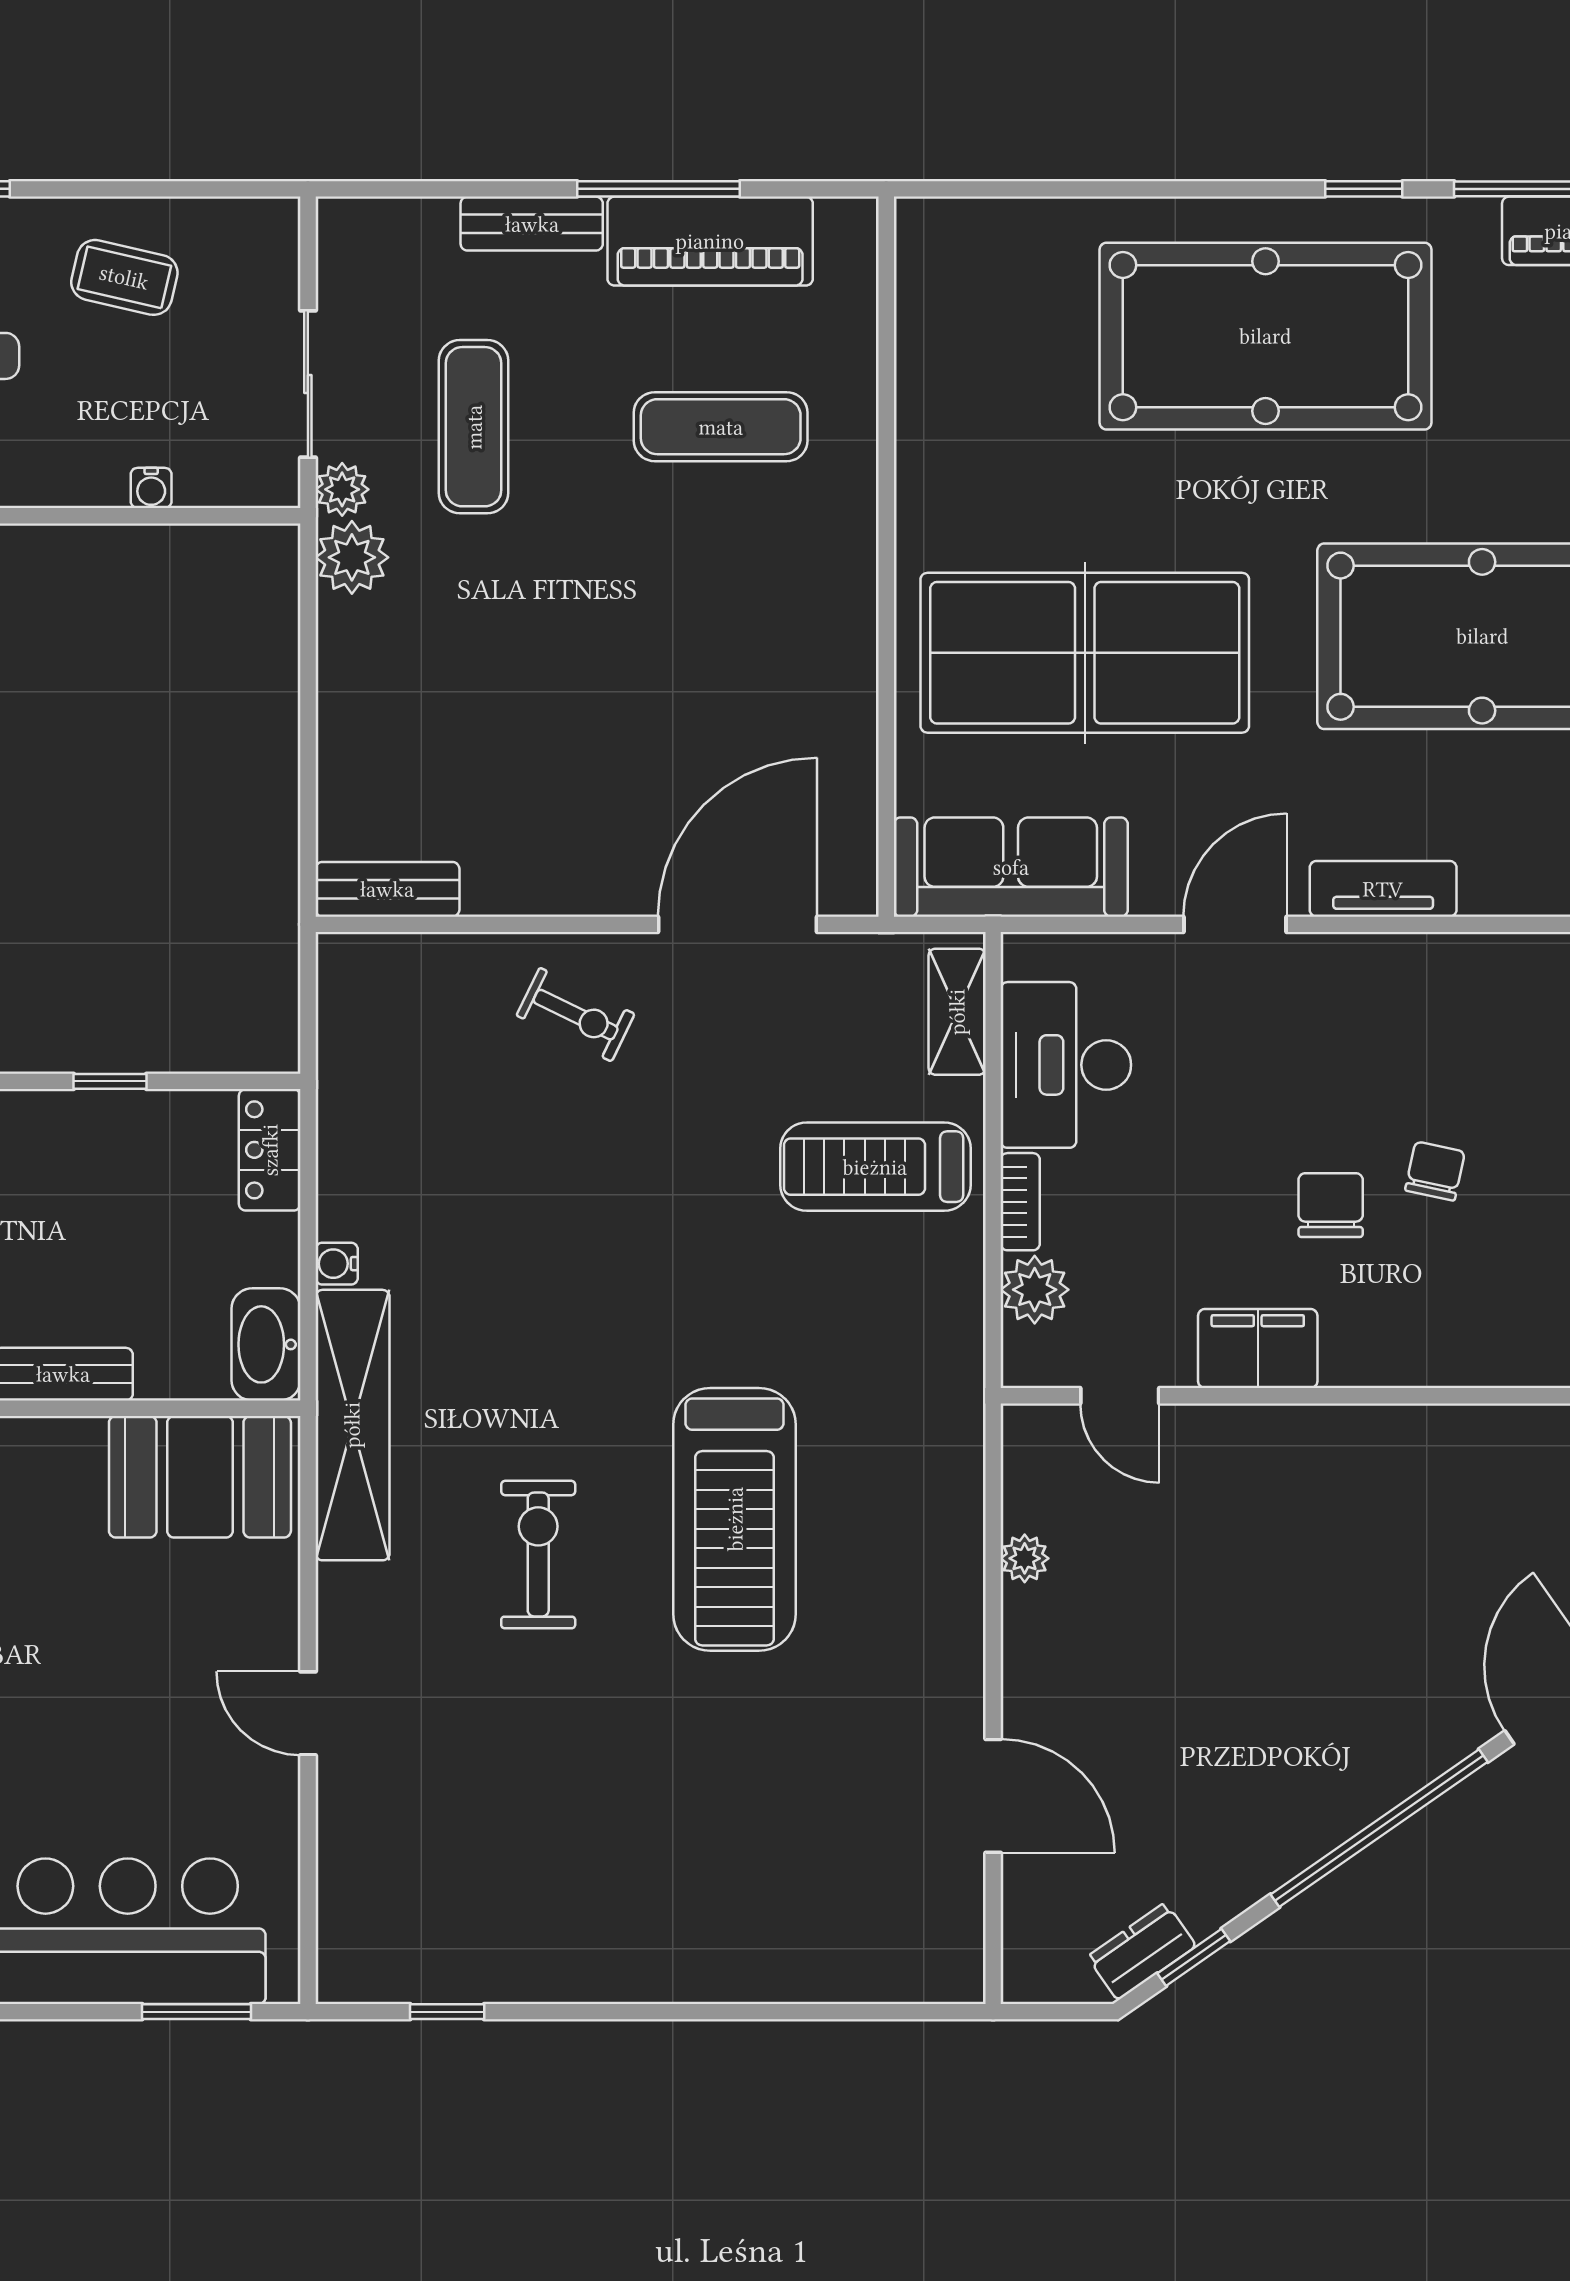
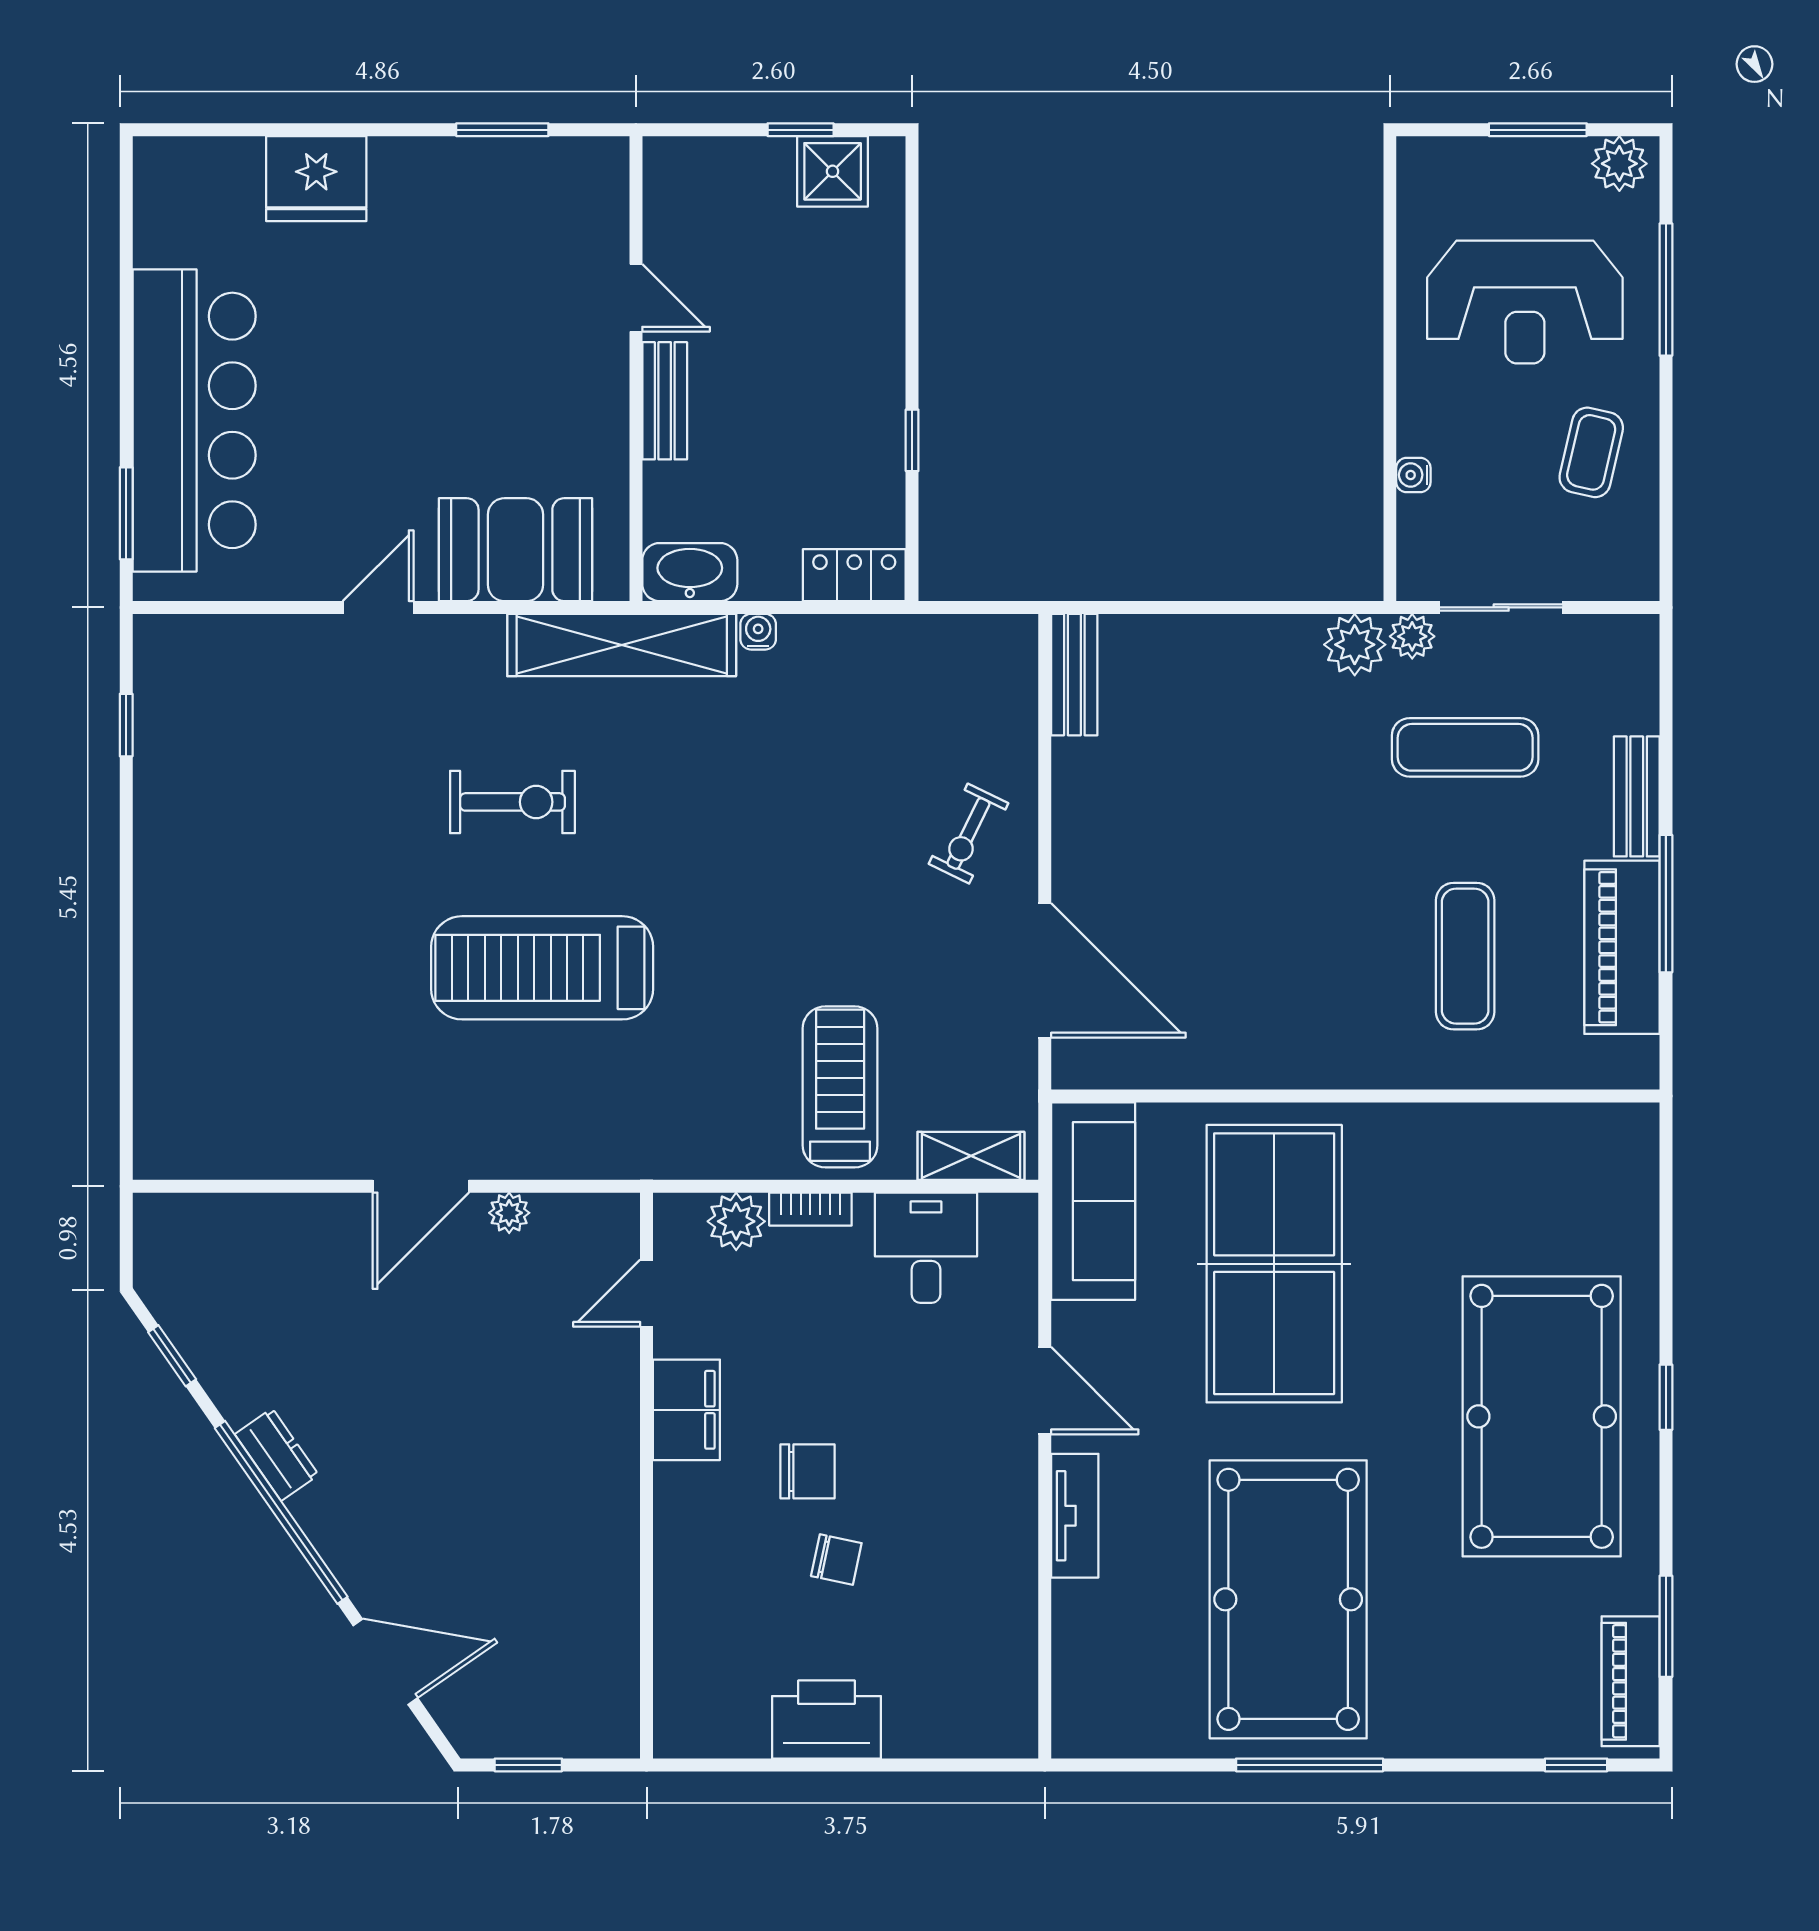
window: (1364, 189) -> (1666, 1397), moved
desk: (1066, 1065) -> (926, 1248), width x0.73
booth: (200, 1477) -> (515, 550), moved, turned 90
door: (993, 1796) -> (421, 1186), moved
dresser: (1142, 1951) -> (277, 1455), moved

